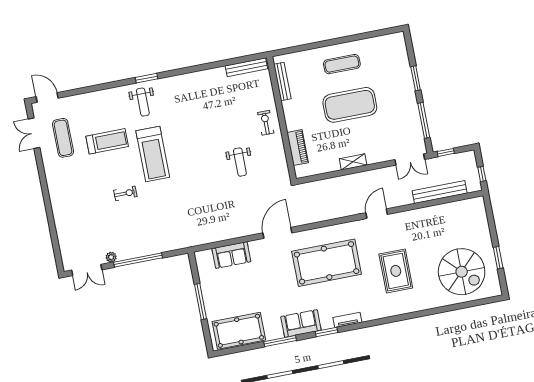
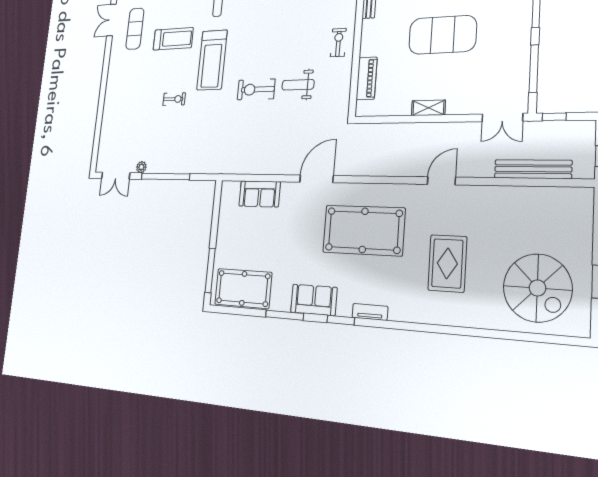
weight bench: (240, 162) -> (298, 85), turned 90
exercise bike: (203, 172) -> (256, 89), added
window: (201, 301) -> (210, 270), moved

